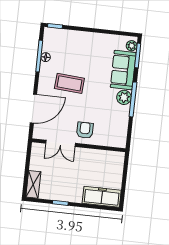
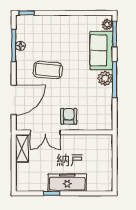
shelving: (33, 184) -> (22, 148), moved
freezer: (102, 197) -> (67, 182), moved

